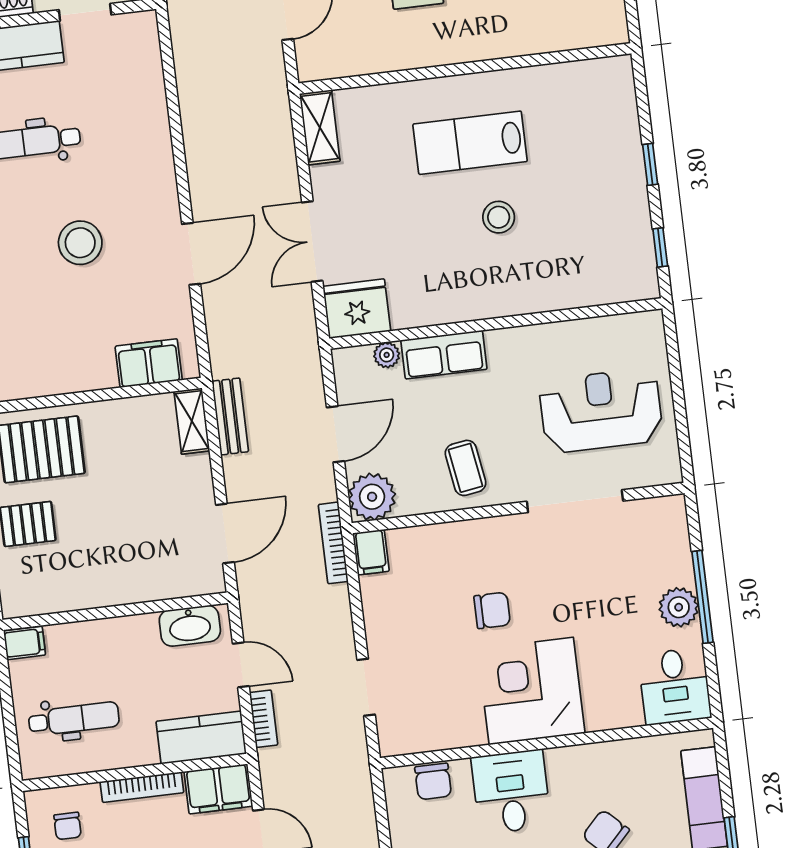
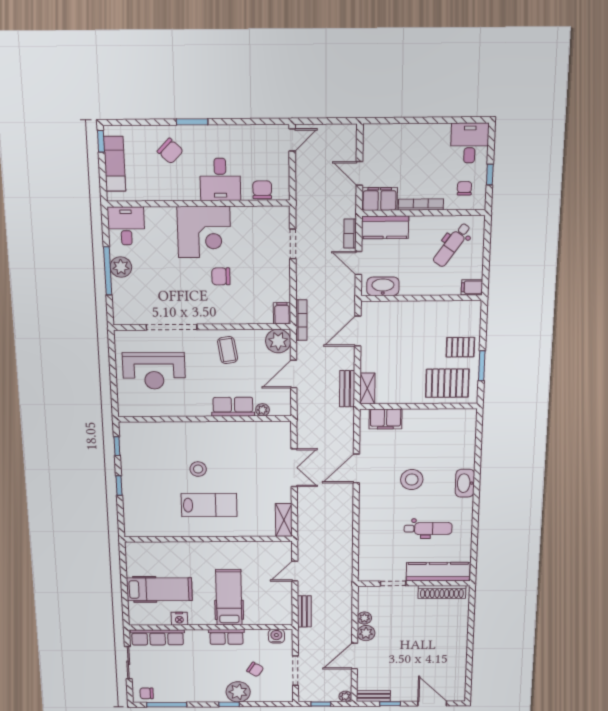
fridge: (357, 309) -> (275, 434), removed
dental chair: (74, 719) -> (452, 245), turned -55

